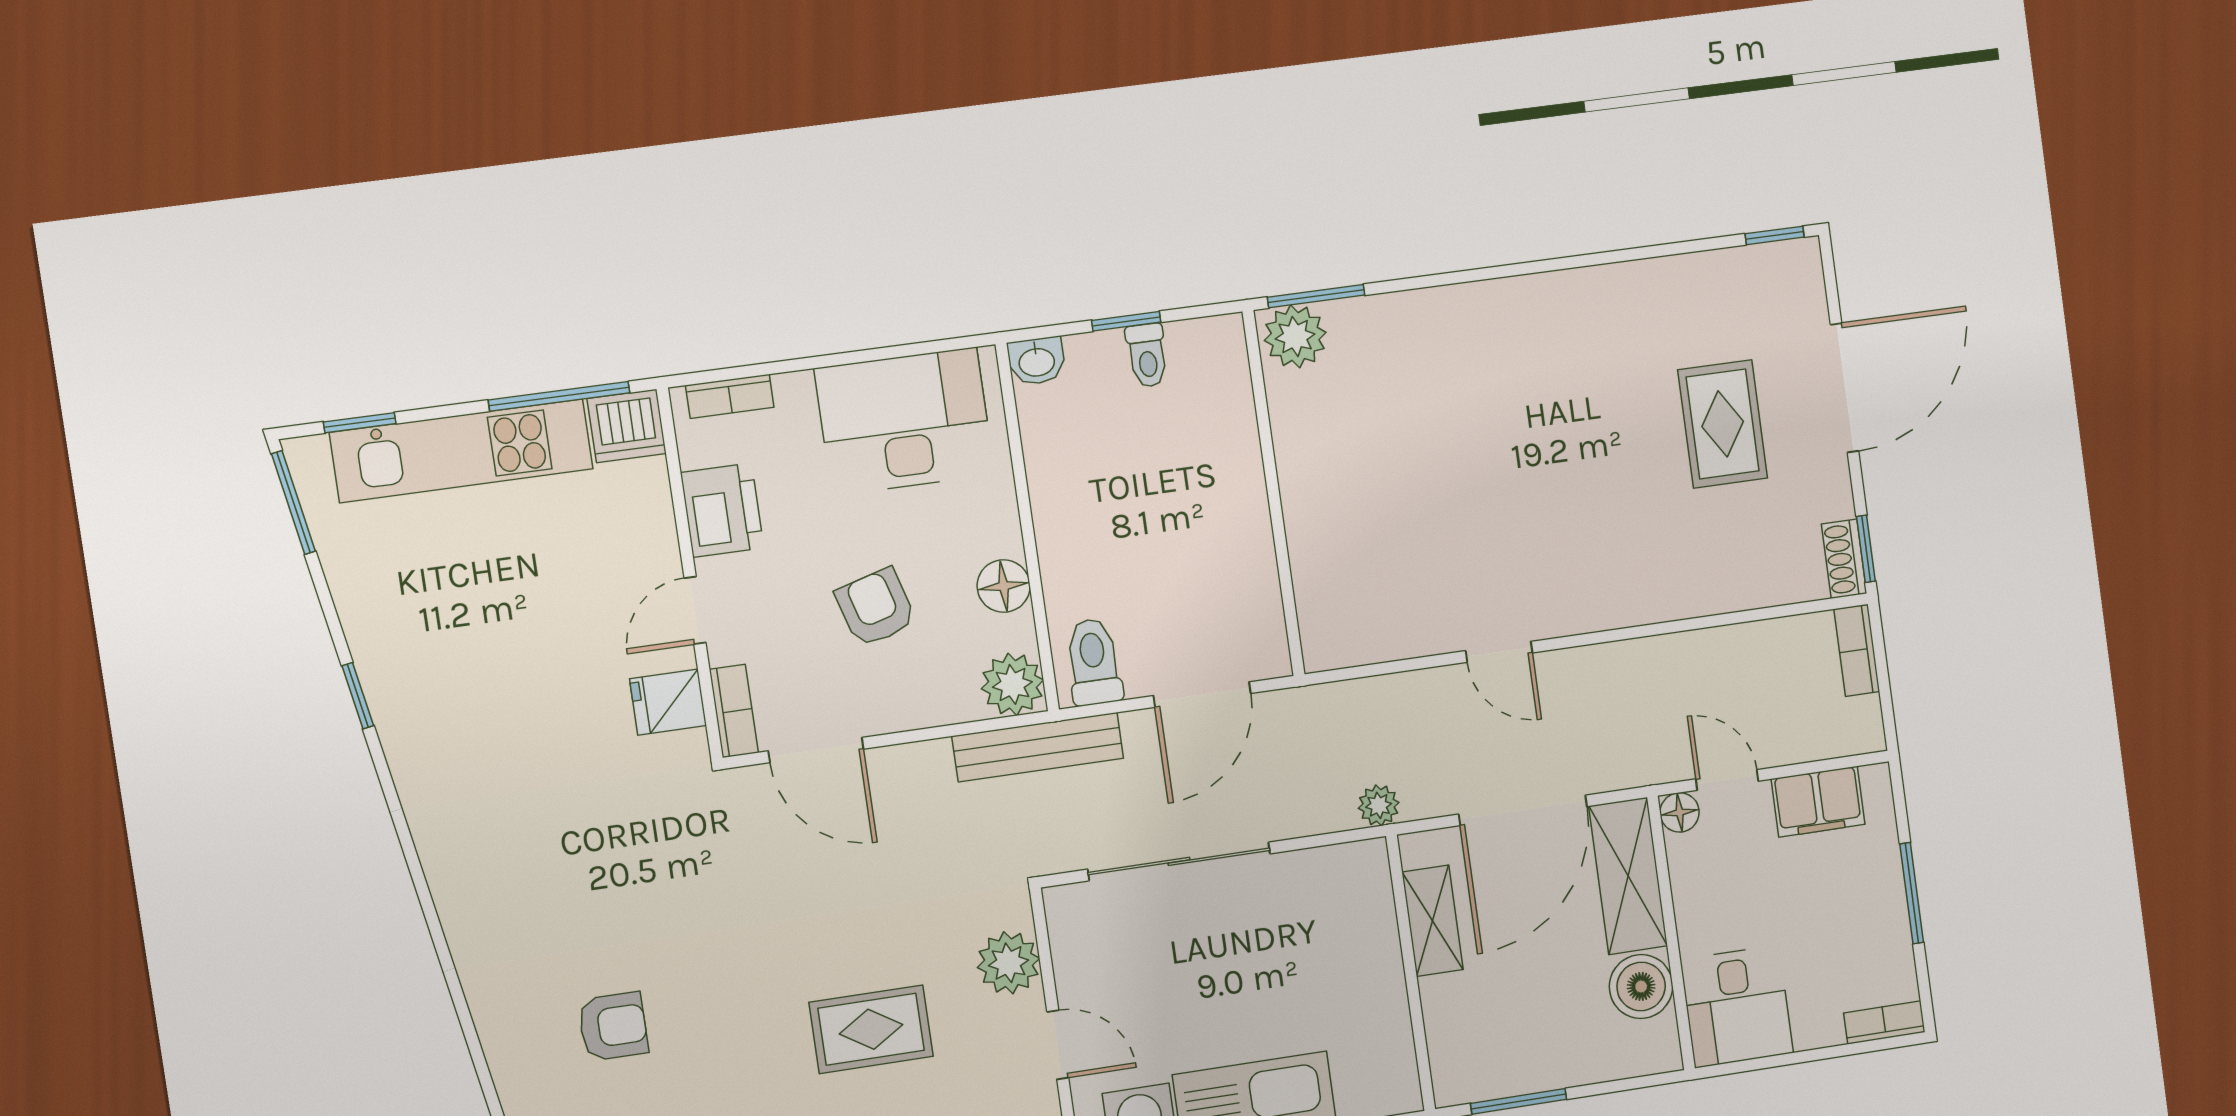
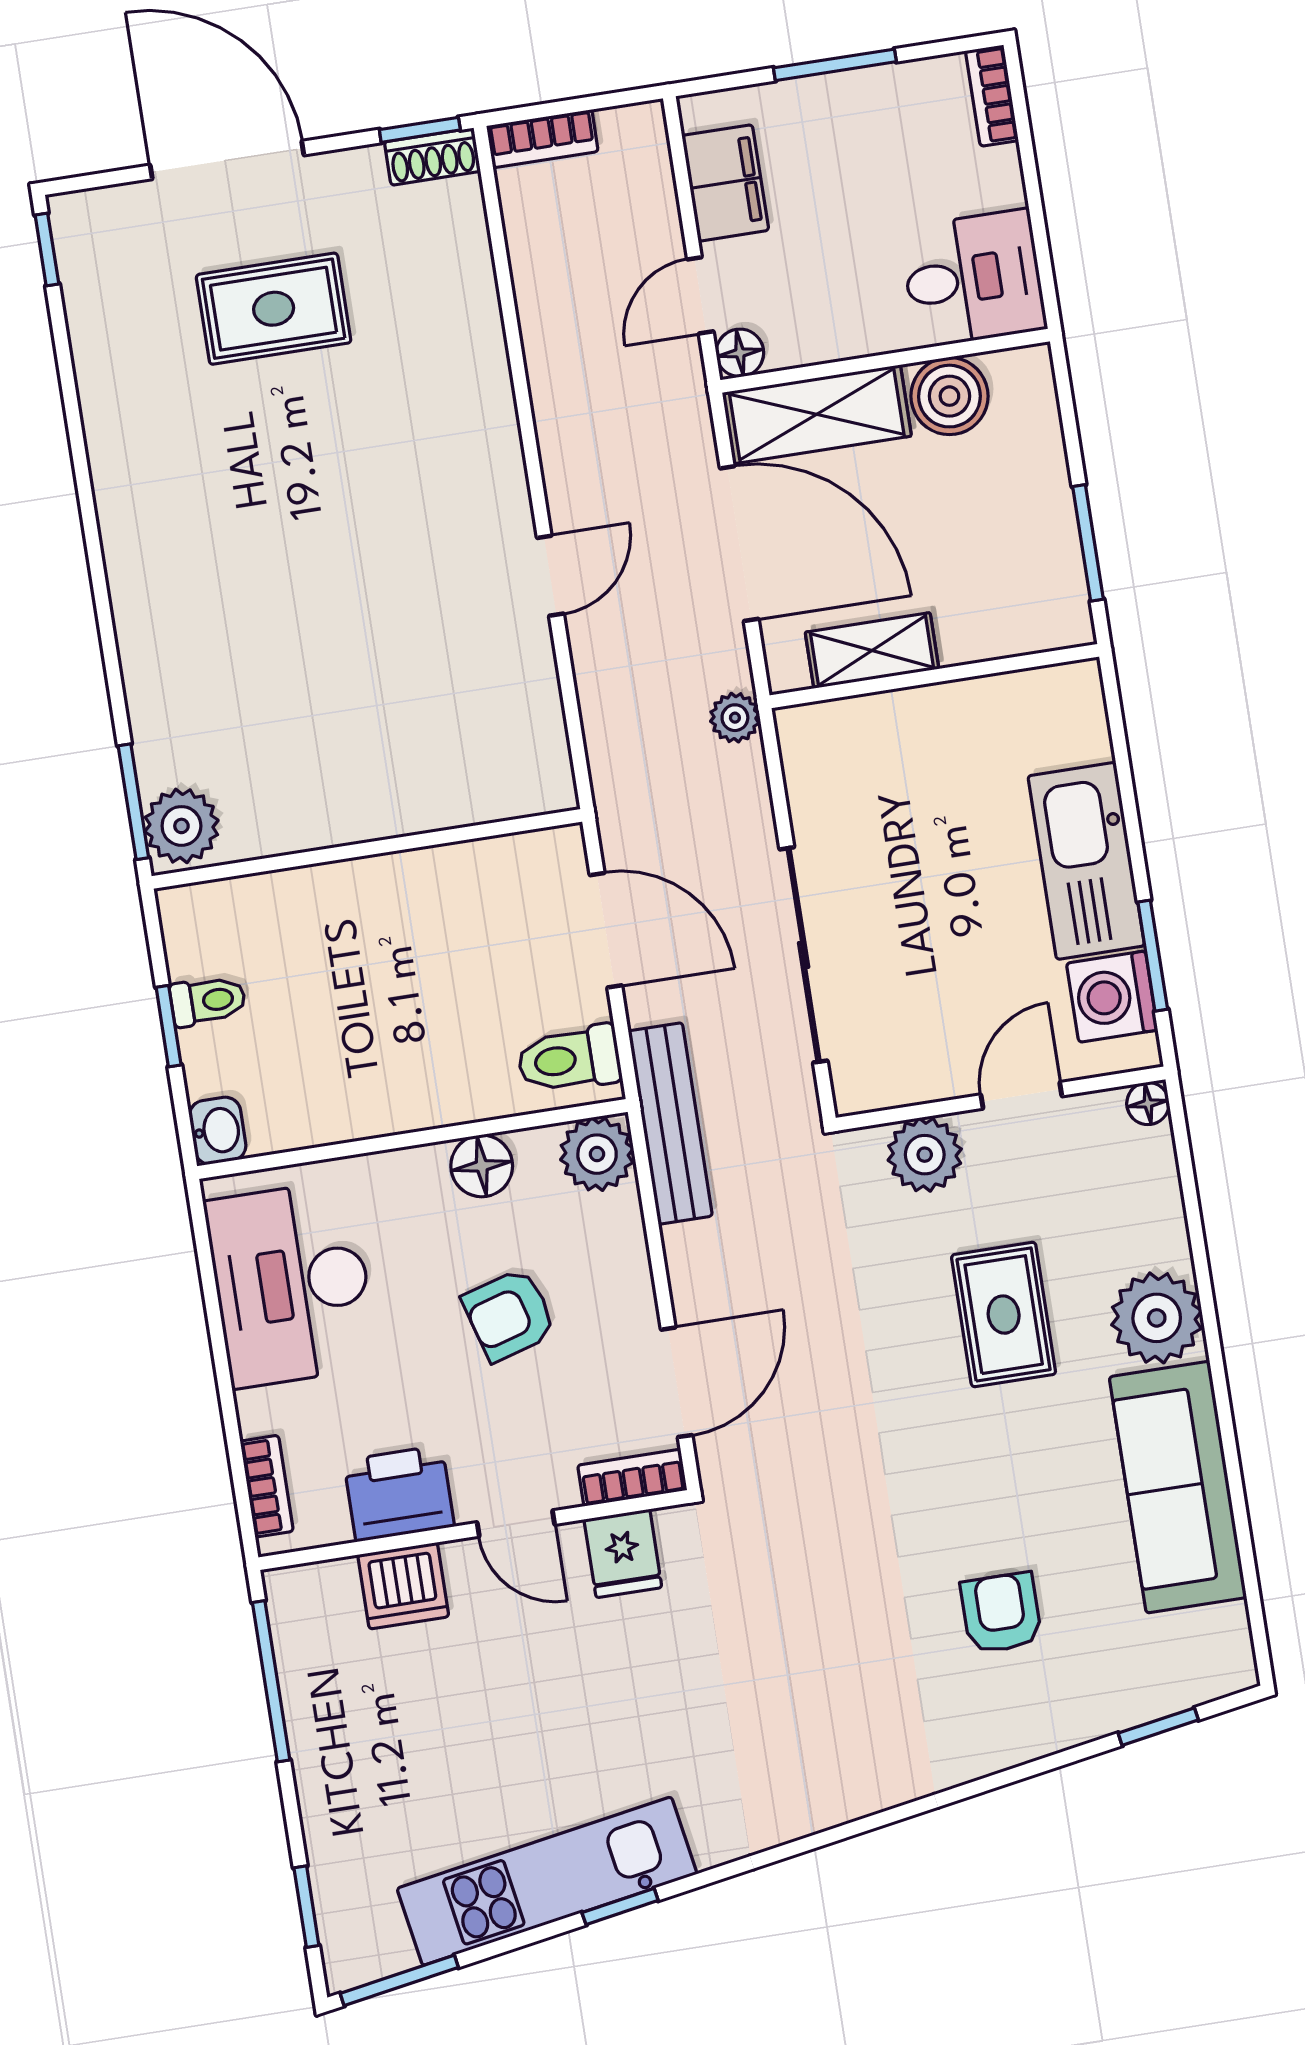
dishwasher: (627, 426) -> (403, 1586), moved, turned 90
kitchen unit: (461, 451) -> (547, 1881), moved, turned -100

